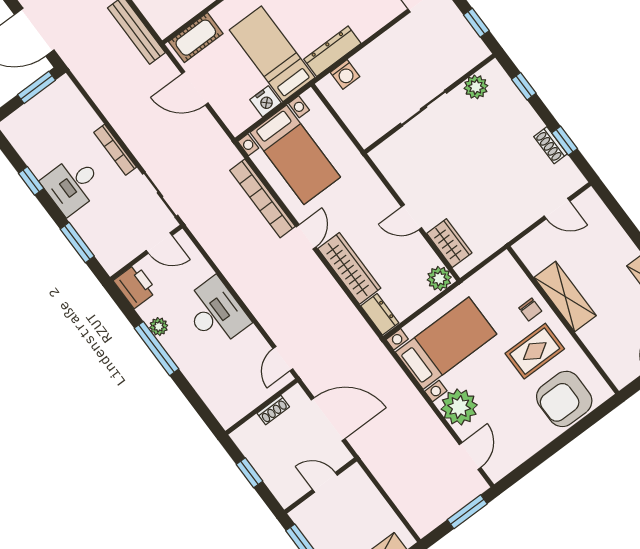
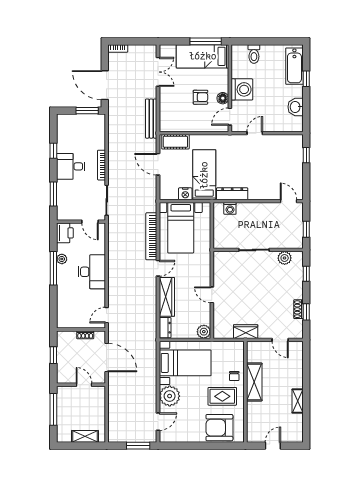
wardrobe: (449, 243) -> (246, 332), moved, turned -90

